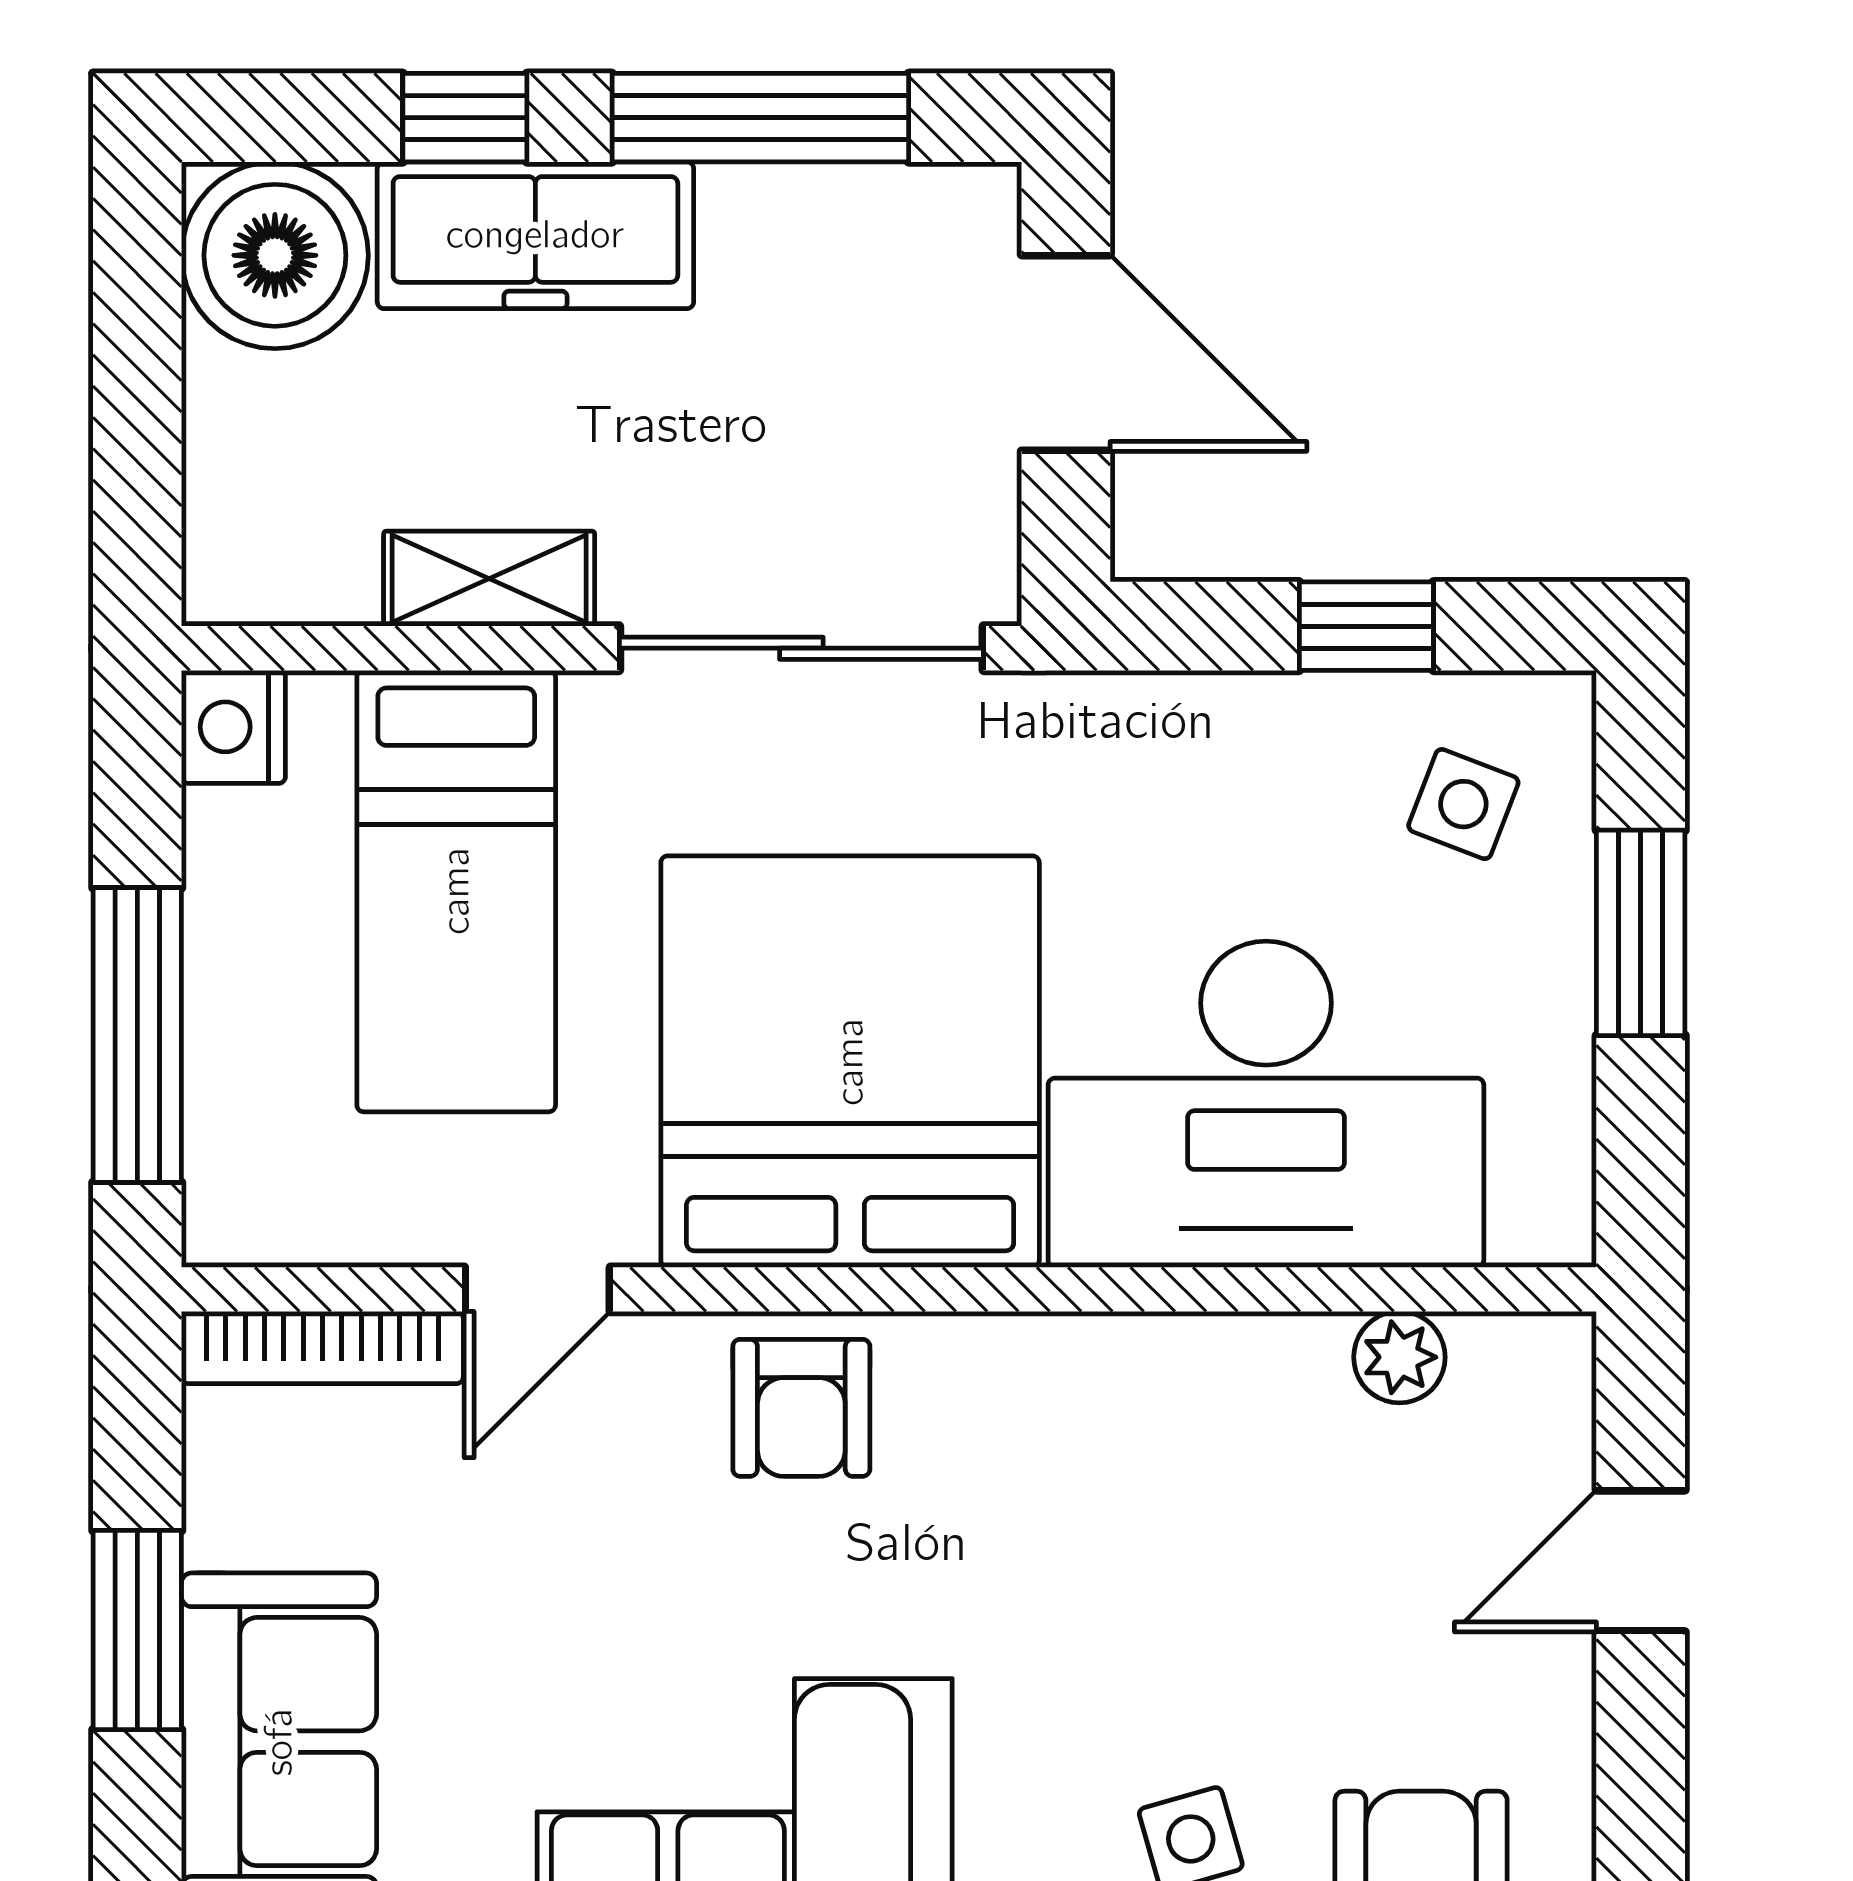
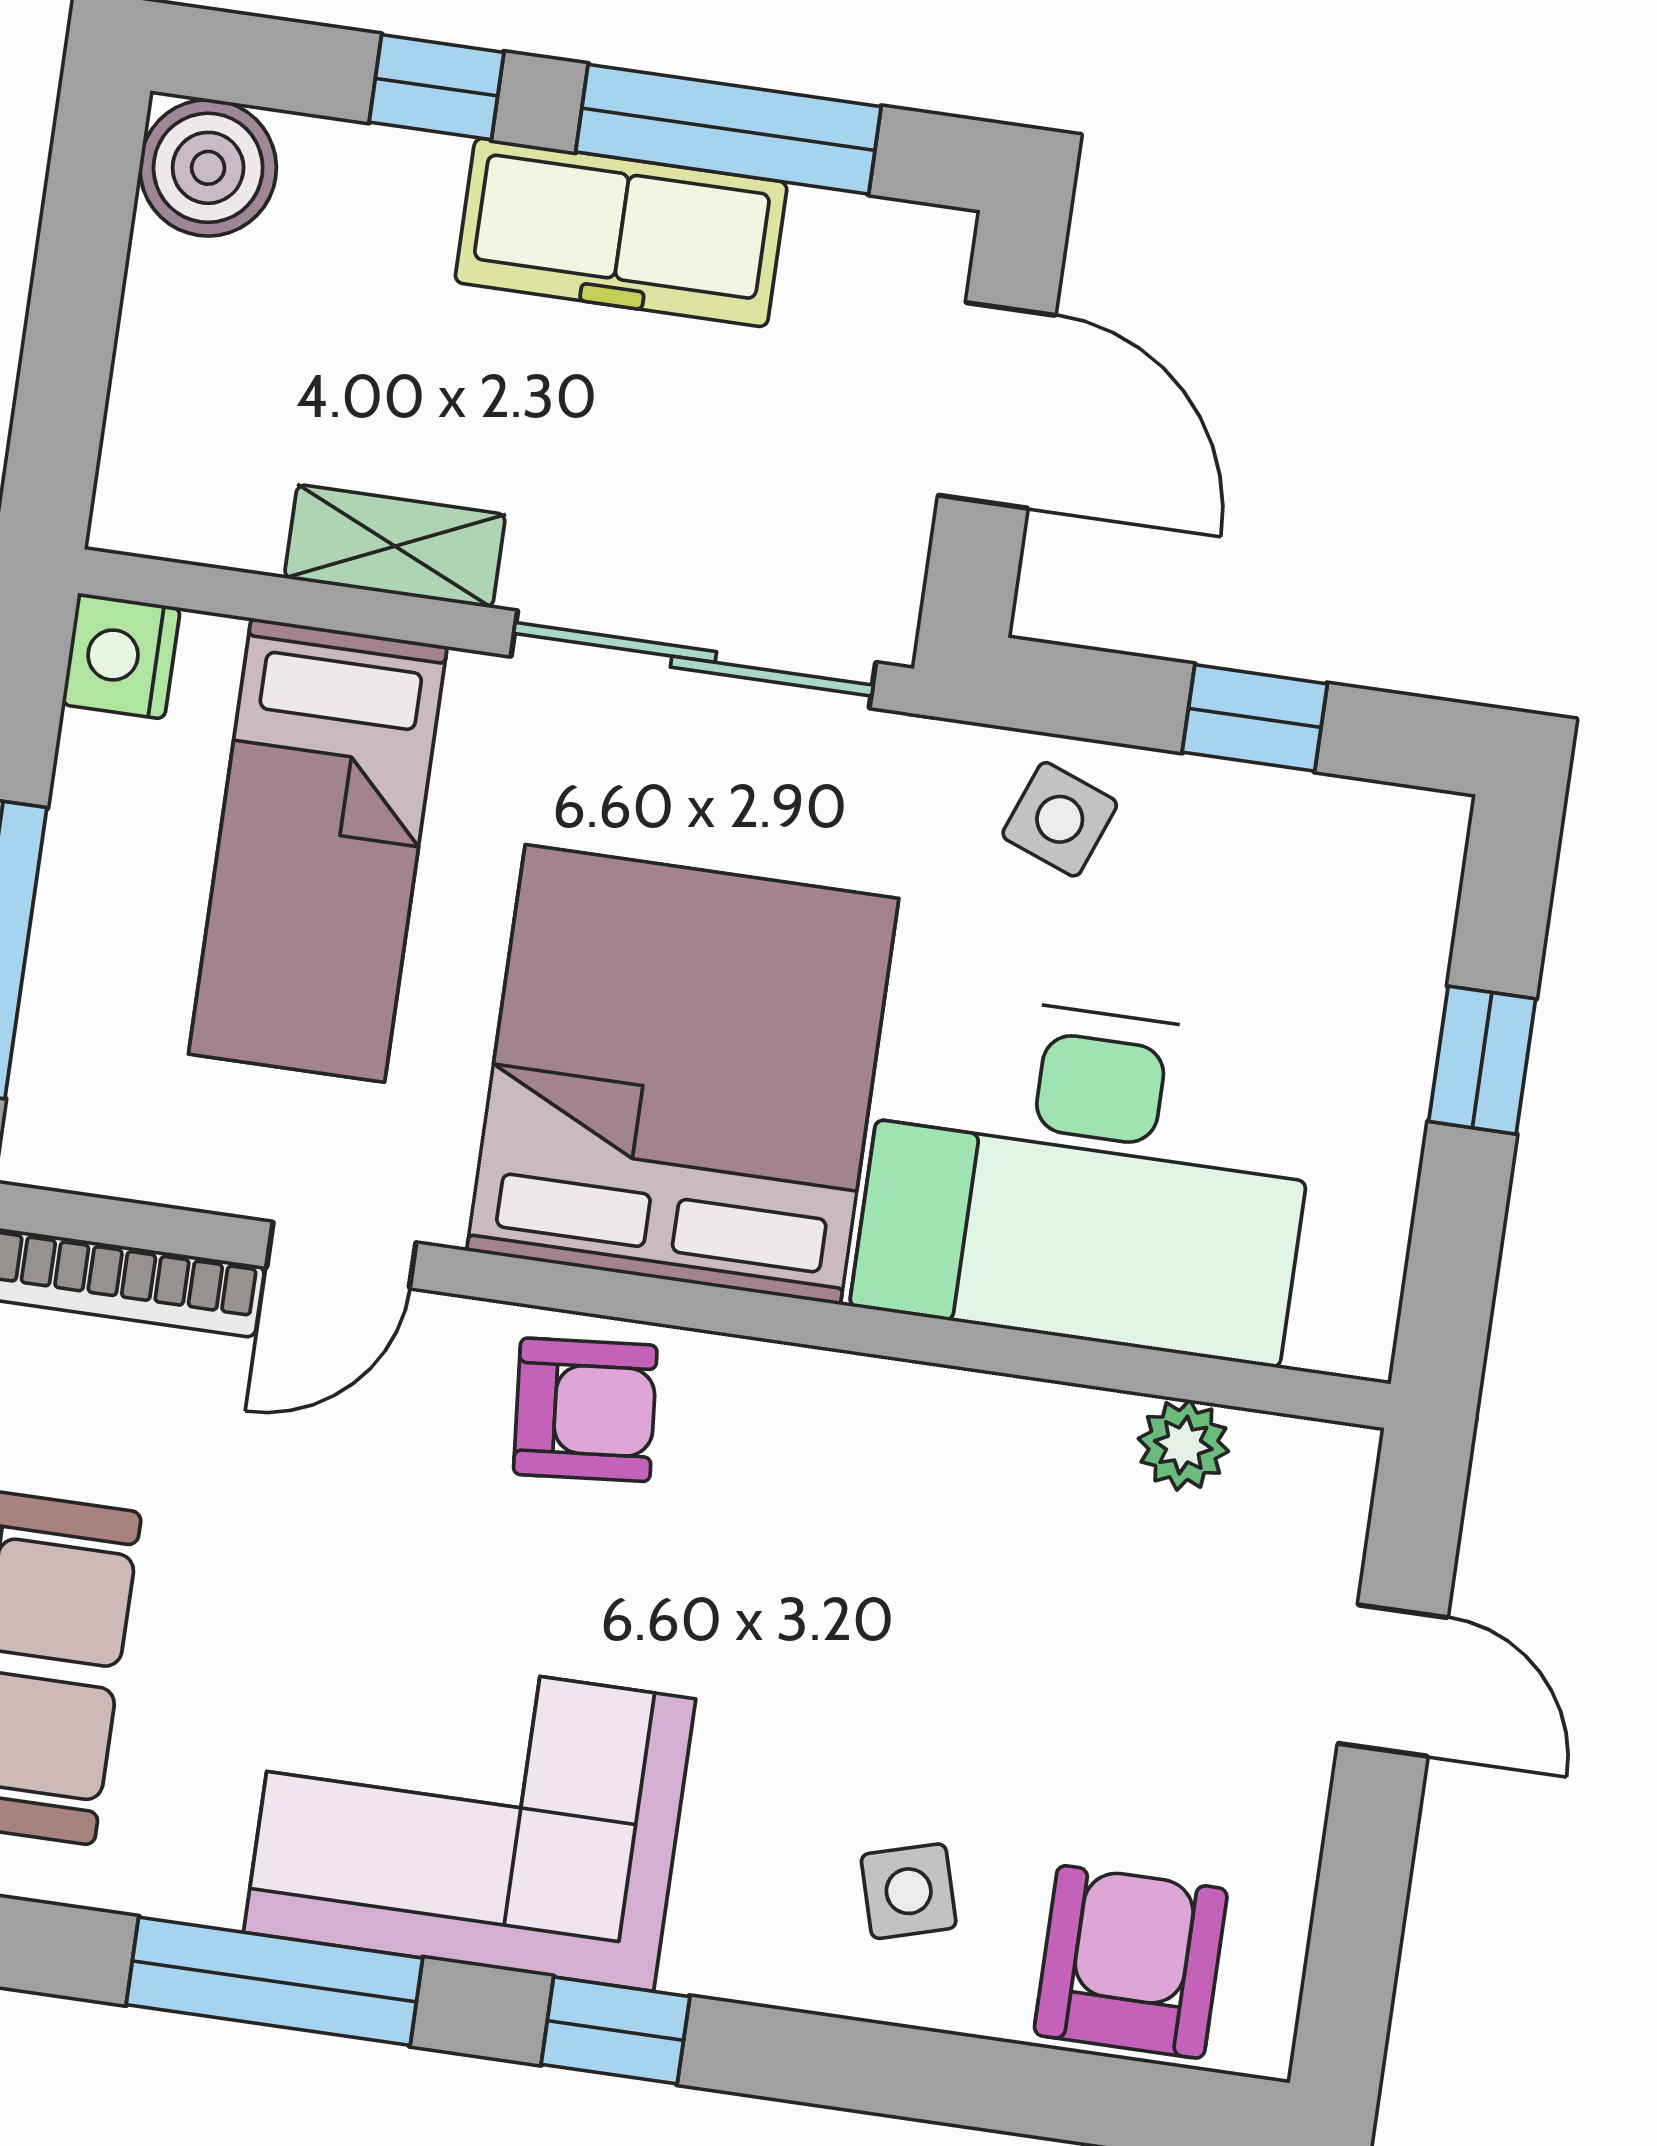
freezer: (535, 235) -> (621, 232), moved
boiler: (275, 255) -> (208, 168), width x0.73, depth x0.73
side table: (1463, 804) -> (1060, 819), moved
window: (1641, 933) -> (1482, 1060), width x0.67
armchair: (801, 1408) -> (585, 1410), turned -95
door: (1641, 1561) -> (1393, 1680), swing flipped

